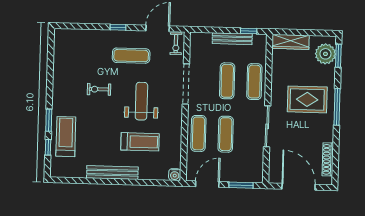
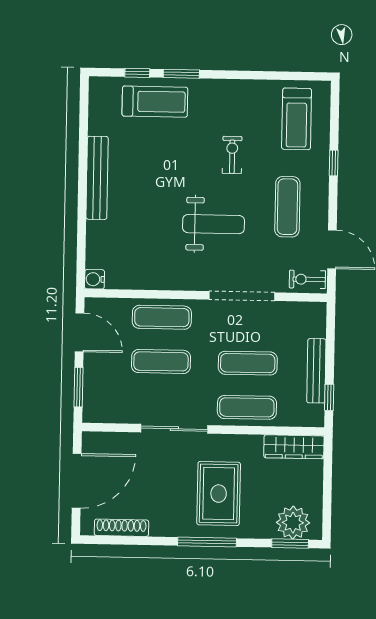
window: (118, 27) -> (334, 163), moved
wardrobe: (290, 42) -> (294, 447), moved, turned -90
treadmill: (140, 142) -> (297, 119), moved

